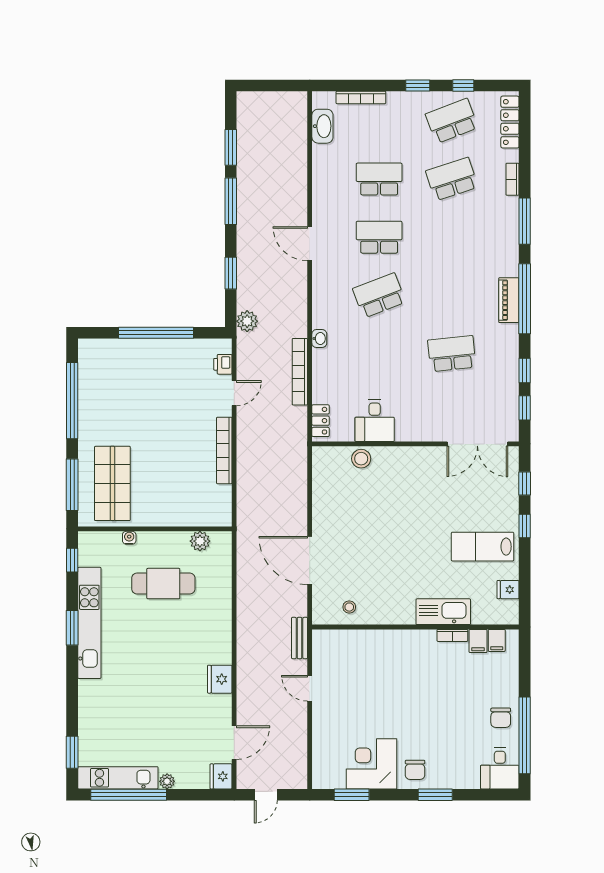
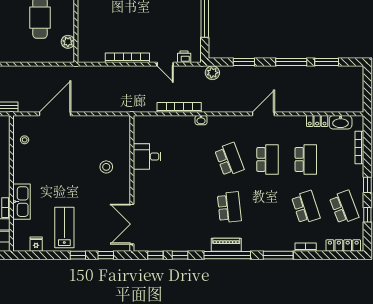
school desk: (452, 354) -> (229, 207), moved
locker: (321, 421) -> (317, 121), moved
stool: (361, 459) -> (106, 167), moved

